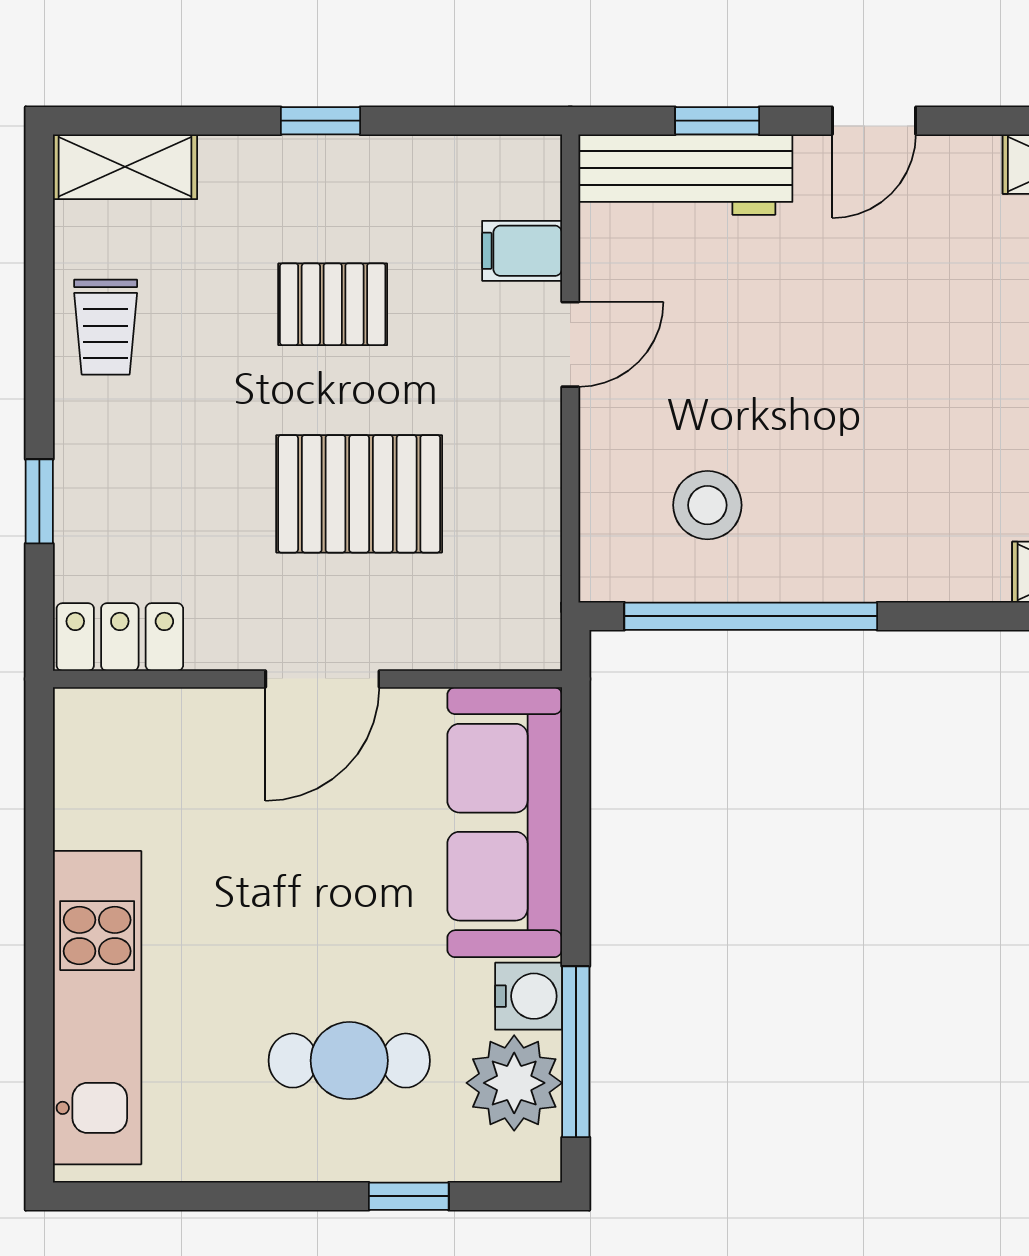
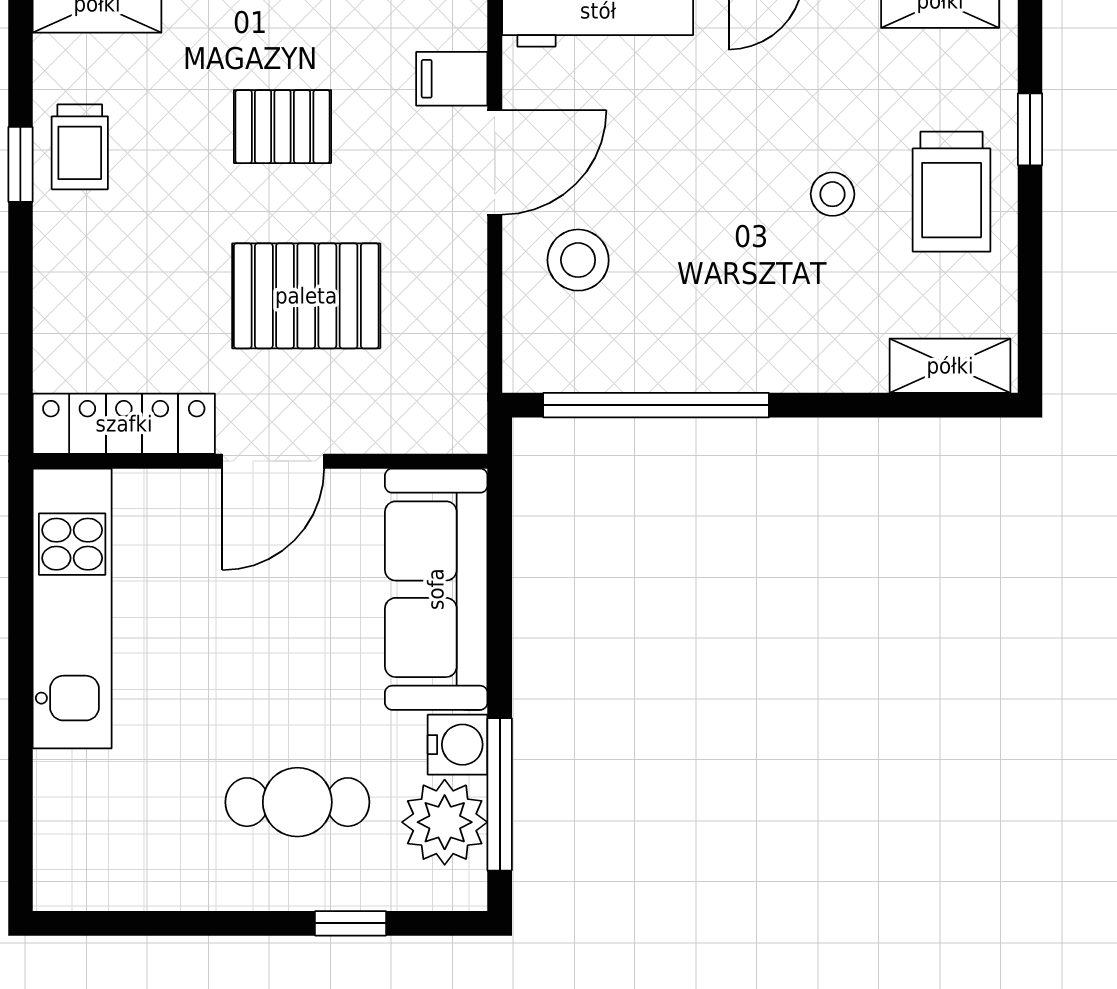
door: (570, 344) -> (495, 162), width x1.38
stool: (948, 380) -> (833, 194), added
window: (39, 501) -> (20, 164), moved
stool: (707, 505) -> (578, 260), moved
locker: (120, 637) -> (124, 424), width x1.53
kitchen unit: (97, 1008) -> (72, 608), moved

